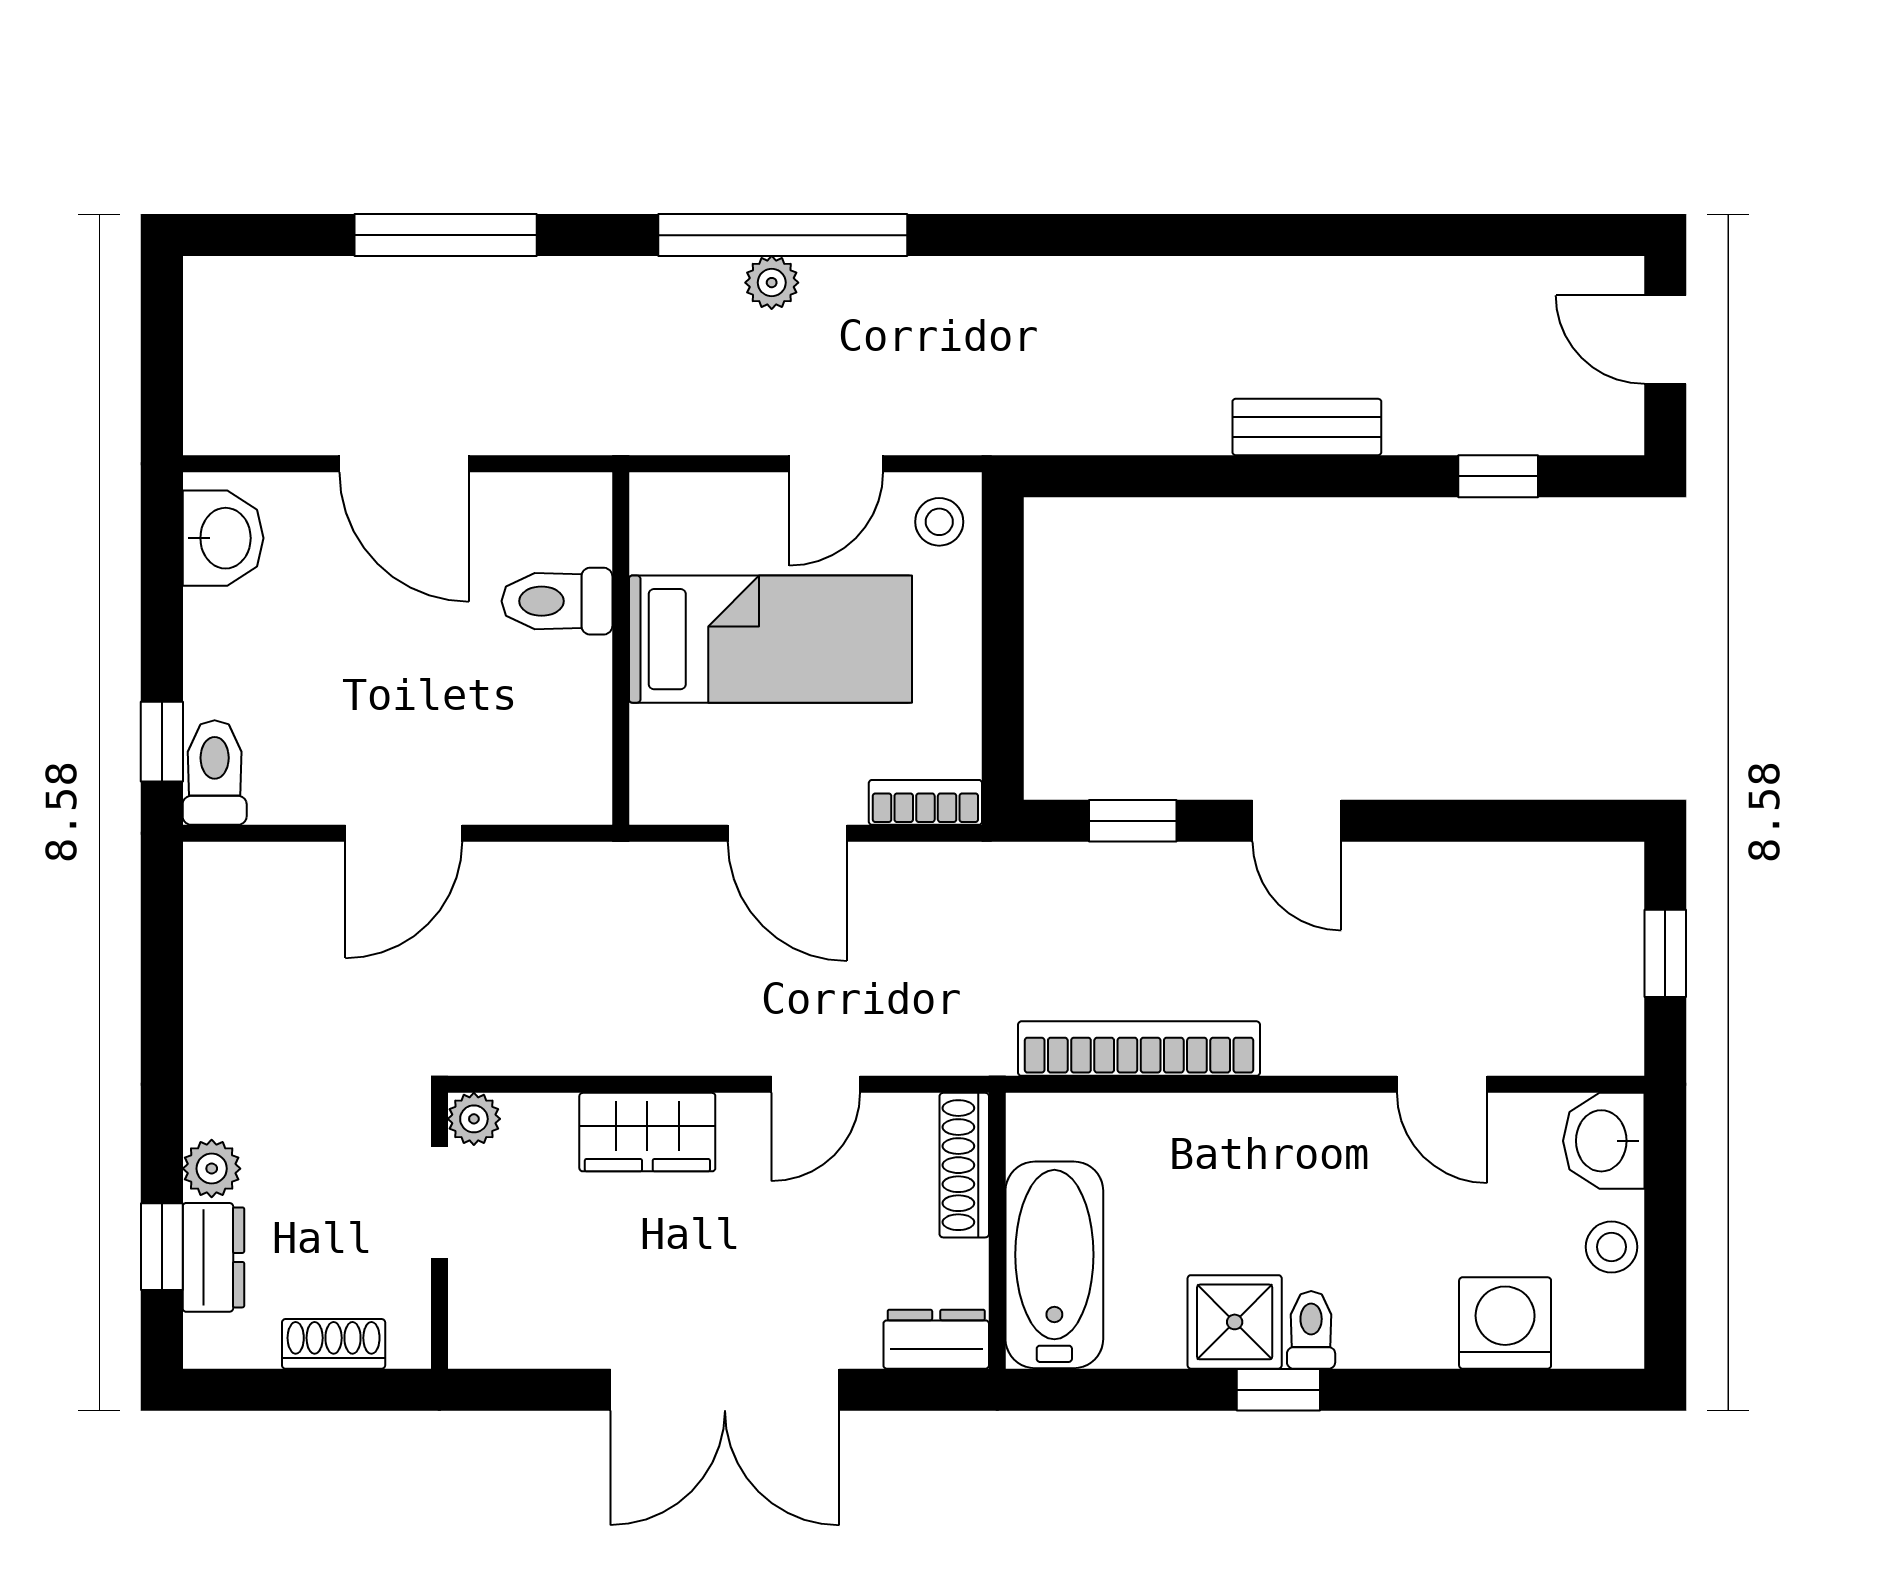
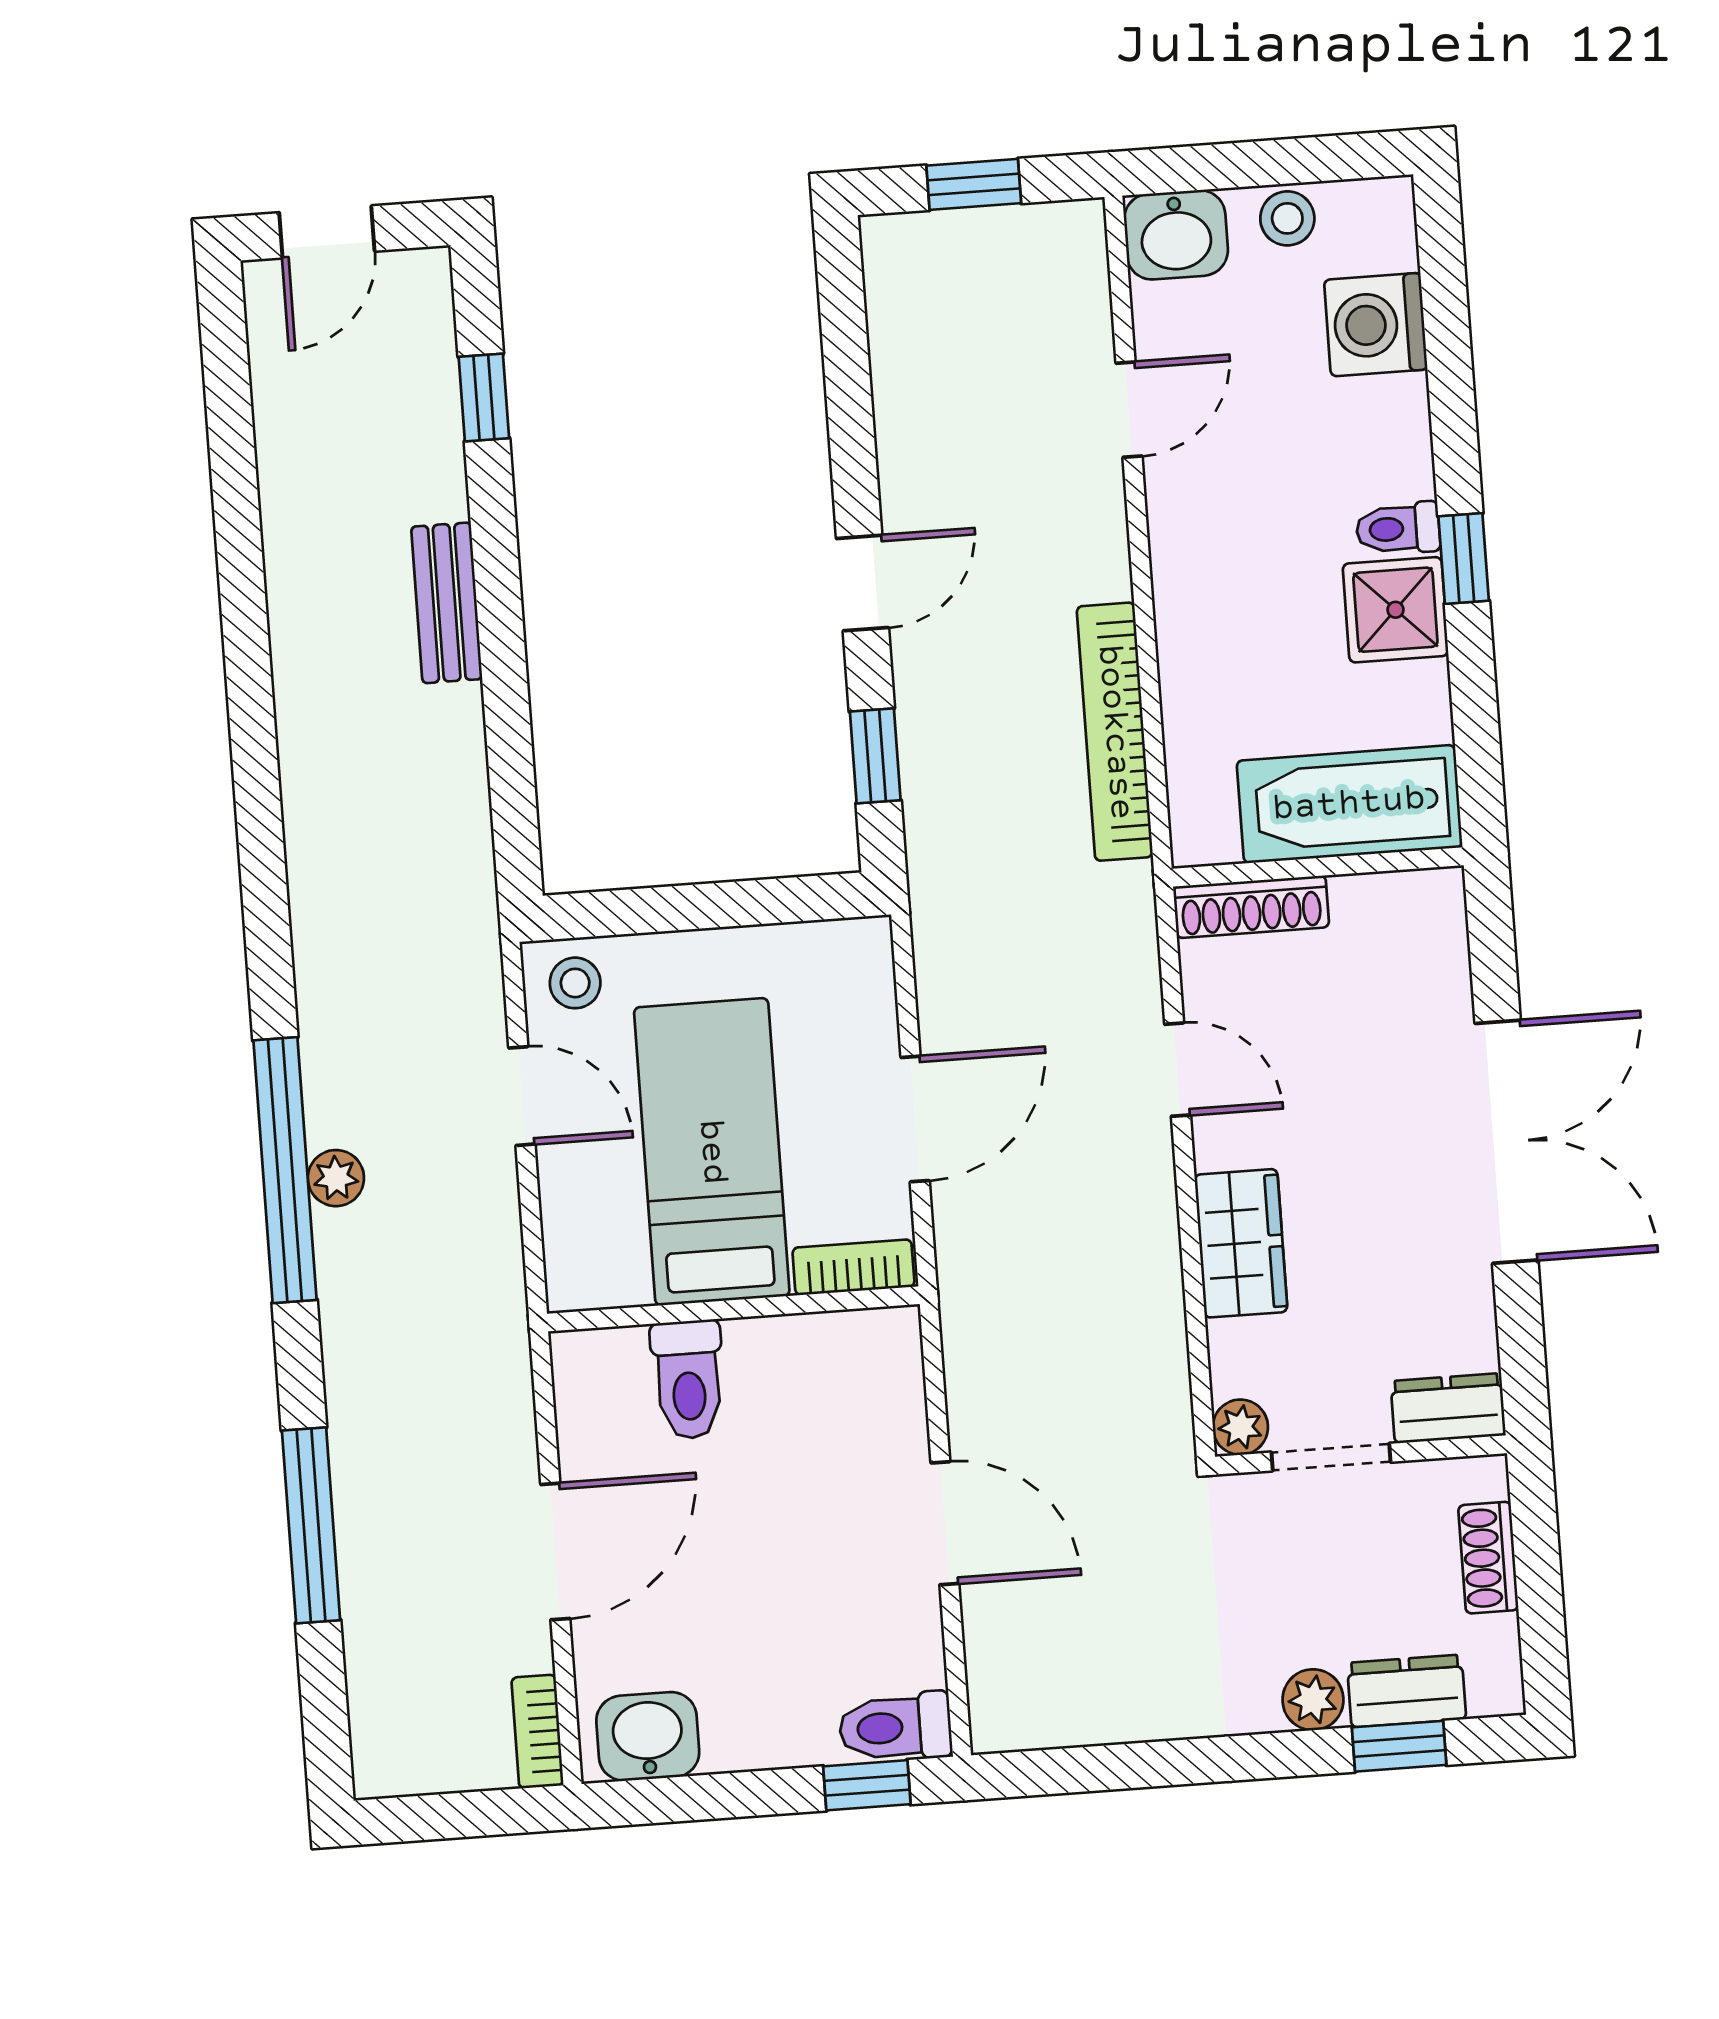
bookcase: (235, 434) -> (537, 1732), added
bookcase: (925, 802) -> (853, 1267), moved, turned 90
dresser: (936, 1339) -> (1448, 1408), moved, turned 90

